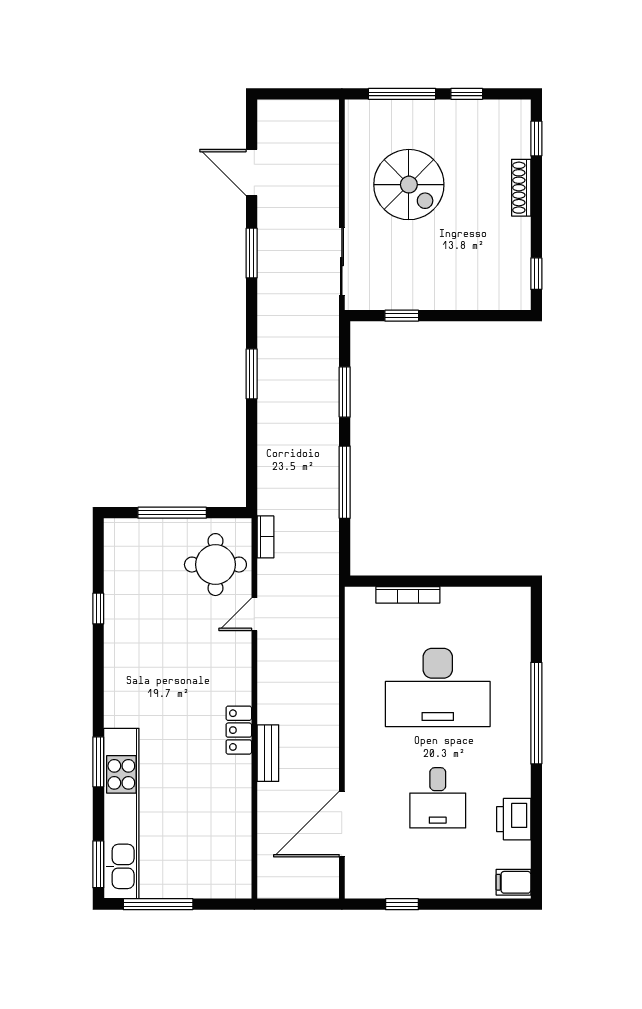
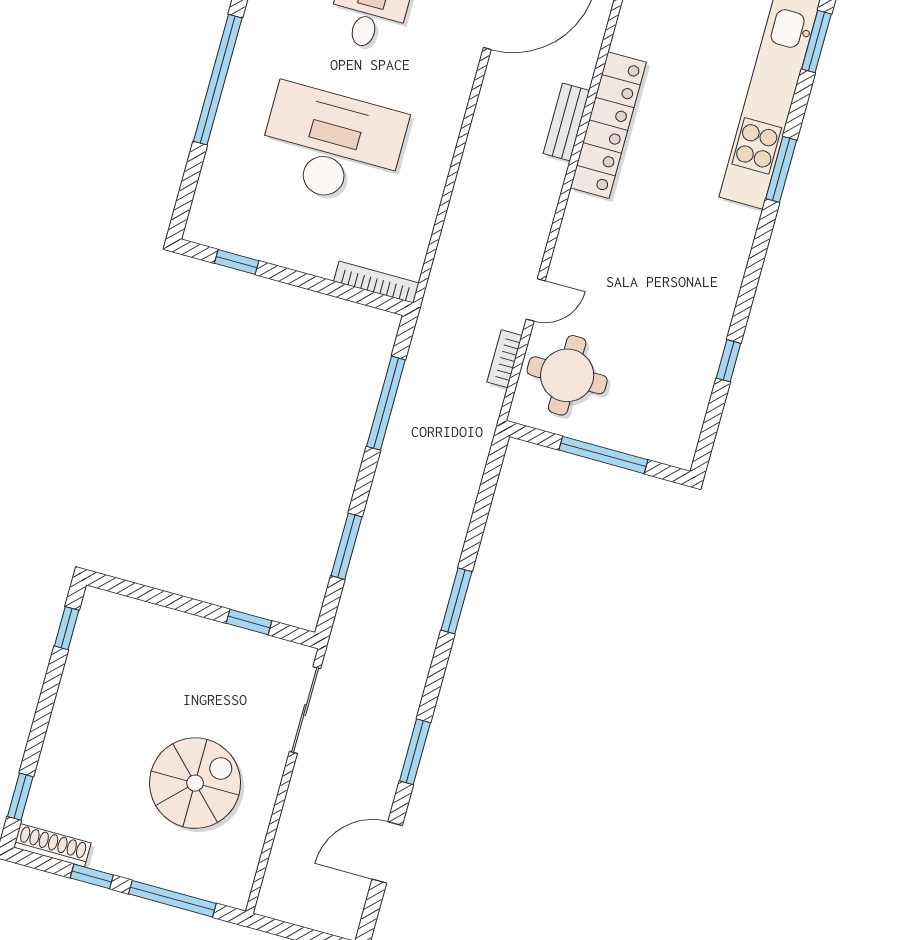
door: (252, 172) -> (387, 852), swing flipped
spiral stairs: (409, 185) -> (195, 783), turned 90
shoe rack: (521, 188) -> (52, 845), moved, turned -90
window: (345, 482) -> (386, 403), moved
bookcase: (265, 537) -> (505, 359), moved
window: (485, 581) -> (237, 262), added
bookcase: (408, 595) -> (376, 282), moved
locker: (239, 730) -> (608, 125), width x2.16, depth x1.21

